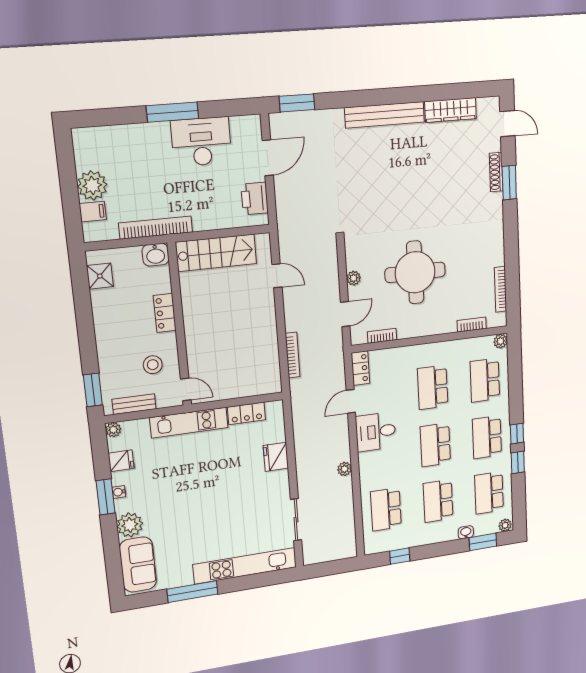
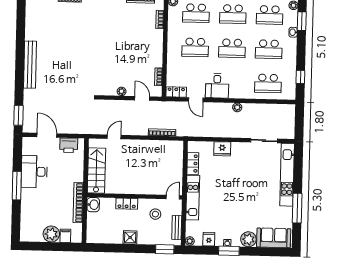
wardrobe: (450, 110) -> (31, 24), removed
round table: (415, 272) -> (123, 53), removed
shower: (100, 276) -> (130, 237), moved

